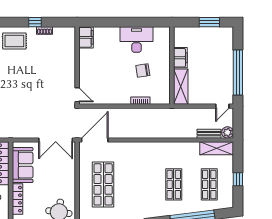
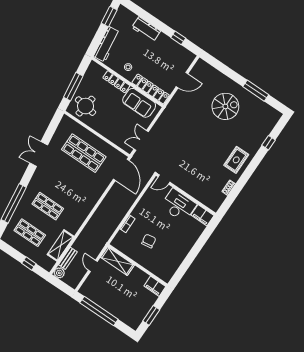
window: (35, 22) -> (240, 185), removed
desk: (136, 40) -> (179, 205), moved, turned -90
filing cabinet: (180, 58) -> (155, 286), moved
door: (222, 106) -> (93, 266), moved
double door: (56, 140) -> (141, 140), width x0.73
shelving: (217, 148) -> (61, 246), moved
window: (238, 179) -> (29, 263), moved

